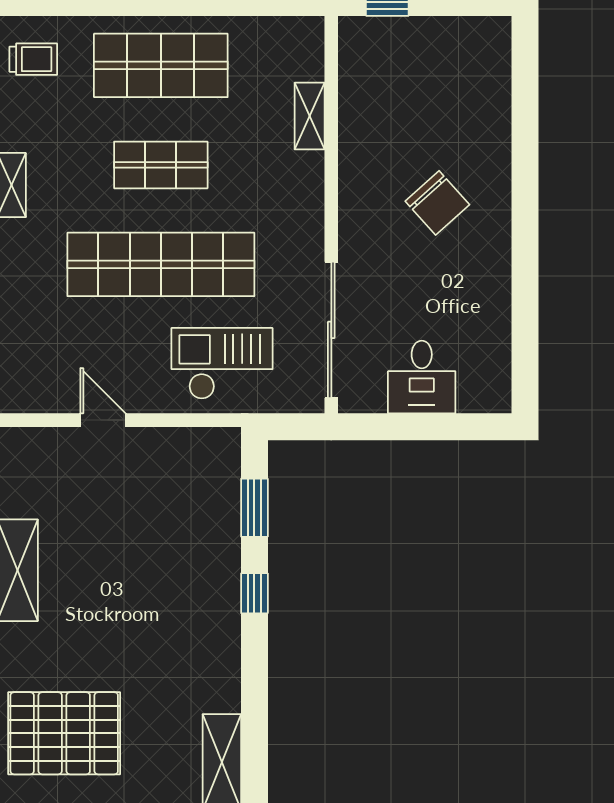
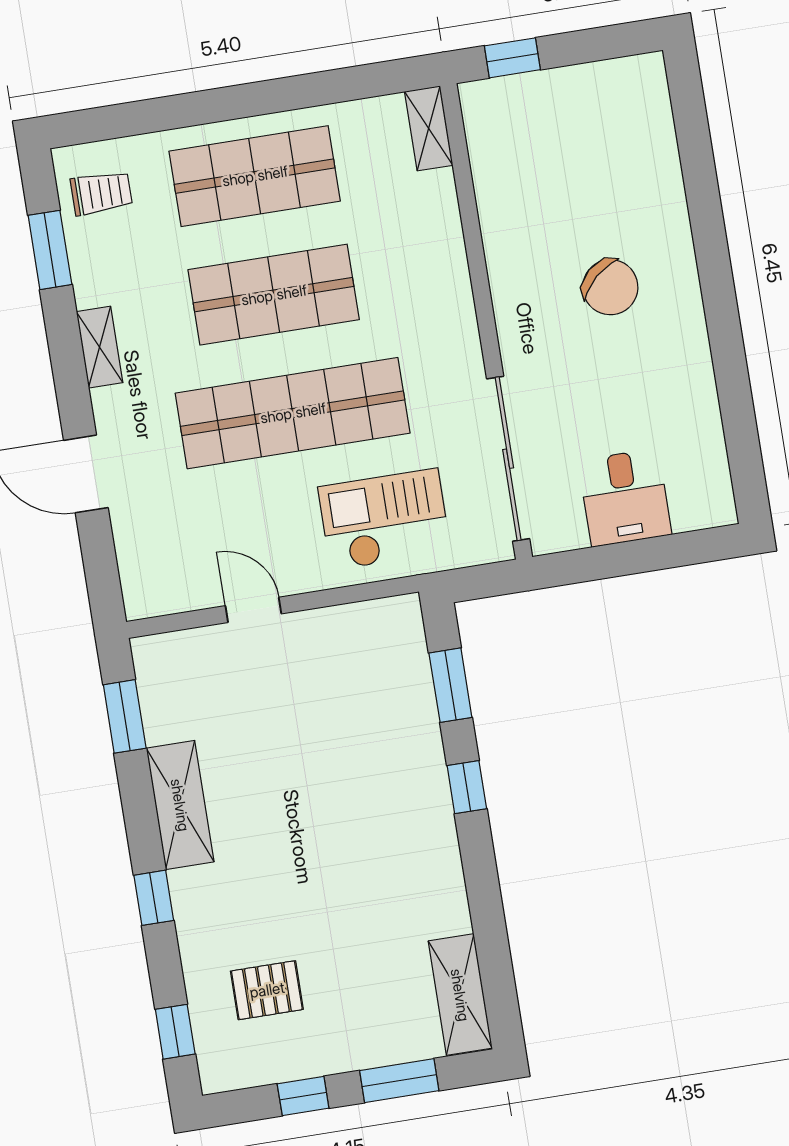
shelving: (310, 116) -> (429, 128), moved
shop shelf: (161, 165) -> (274, 295), width x1.43, depth x1.36
pallet: (64, 733) -> (267, 990), width x0.49, depth x0.50

